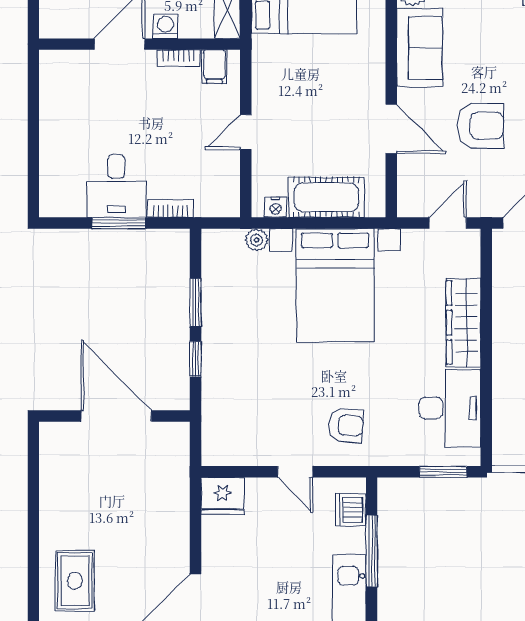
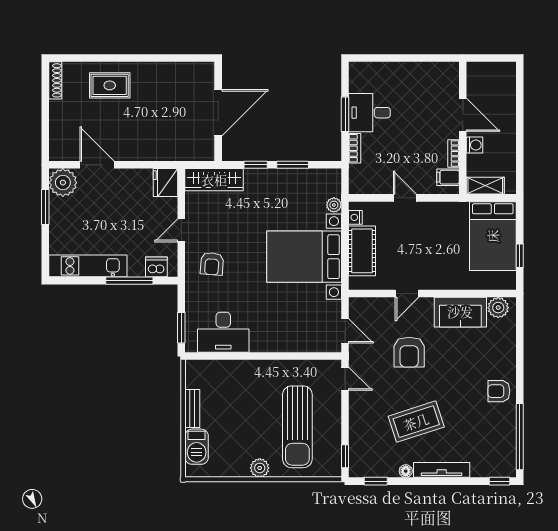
door: (391, 129) -> (407, 294), width x0.73
wardrobe: (464, 323) -> (214, 180), moved, turned 180

